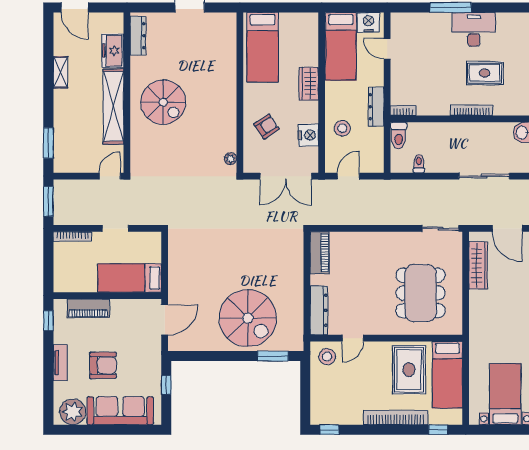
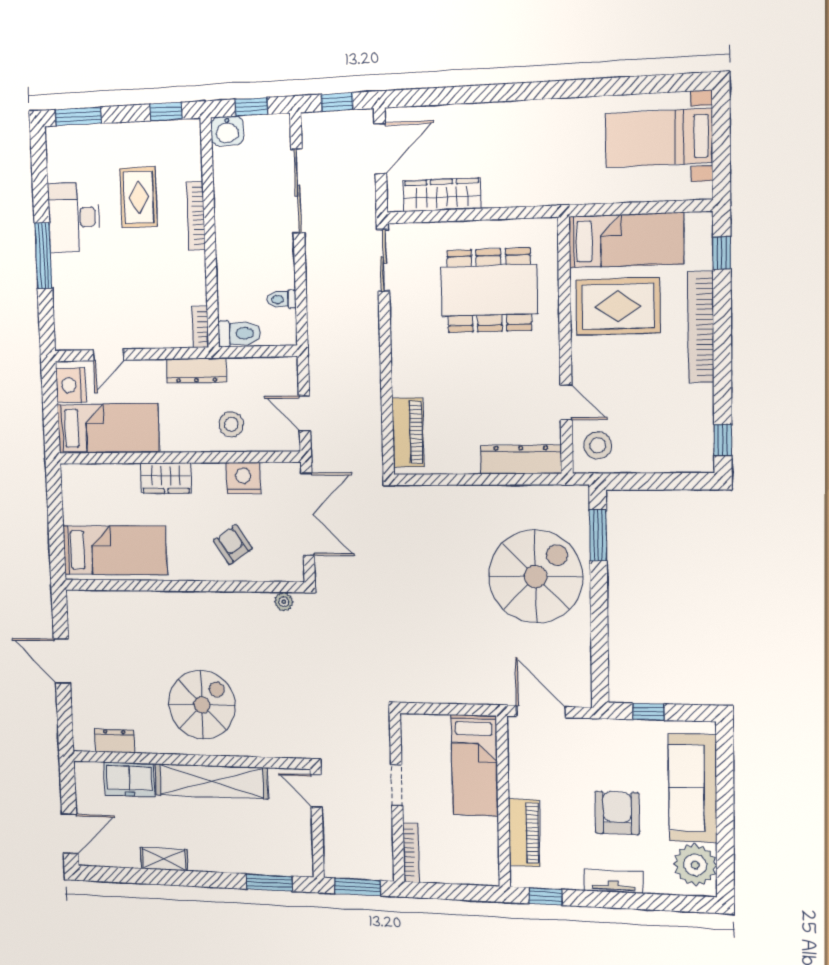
dresser: (138, 36) -> (115, 741), width x0.70
piano: (320, 253) -> (408, 432), moved, turned 90

